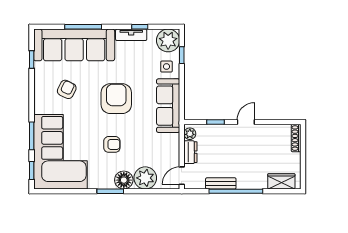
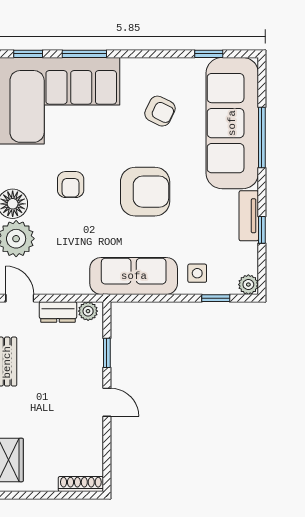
plant: (168, 40) -> (248, 285), width x0.53, depth x0.53

